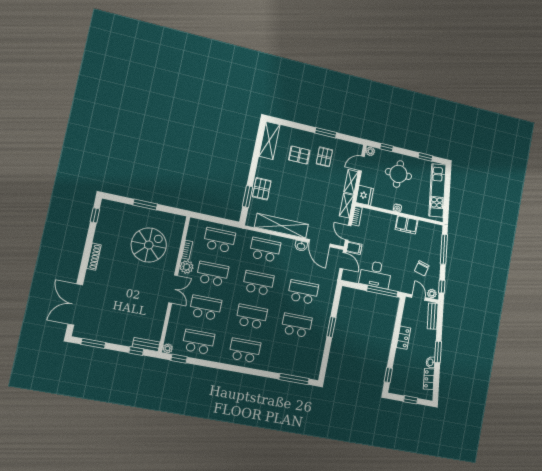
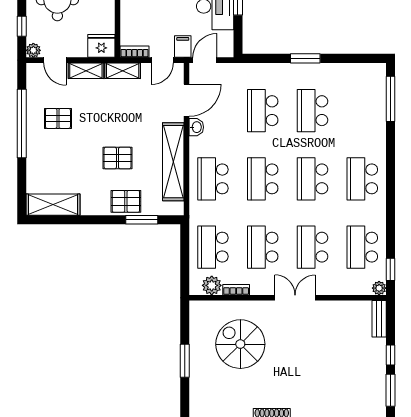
window: (326, 133) -> (22, 123), width x2.11
pallet: (299, 155) -> (117, 158), moved, turned 90
plant: (187, 267) -> (212, 285), moved
window: (136, 351) -> (390, 355), moved

